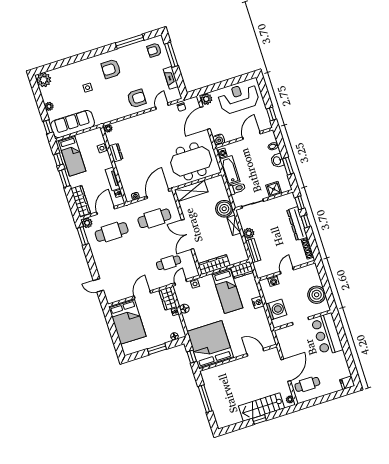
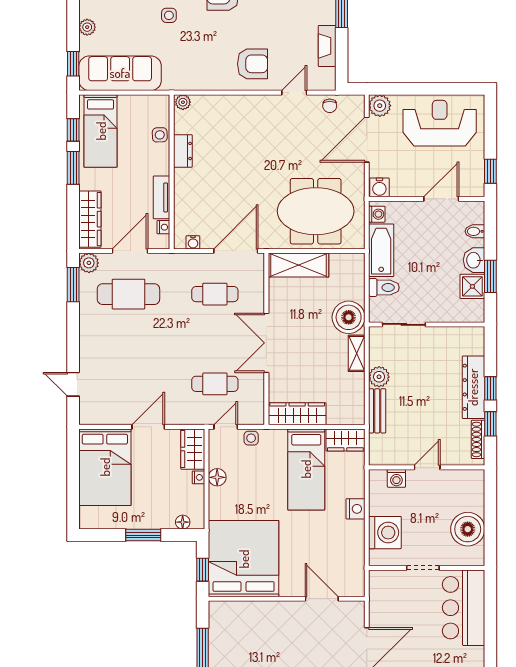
shower: (274, 189) -> (472, 286), moved
window: (300, 203) -> (490, 424), moved
cafe table: (154, 218) -> (215, 294), width x0.73, depth x0.74

